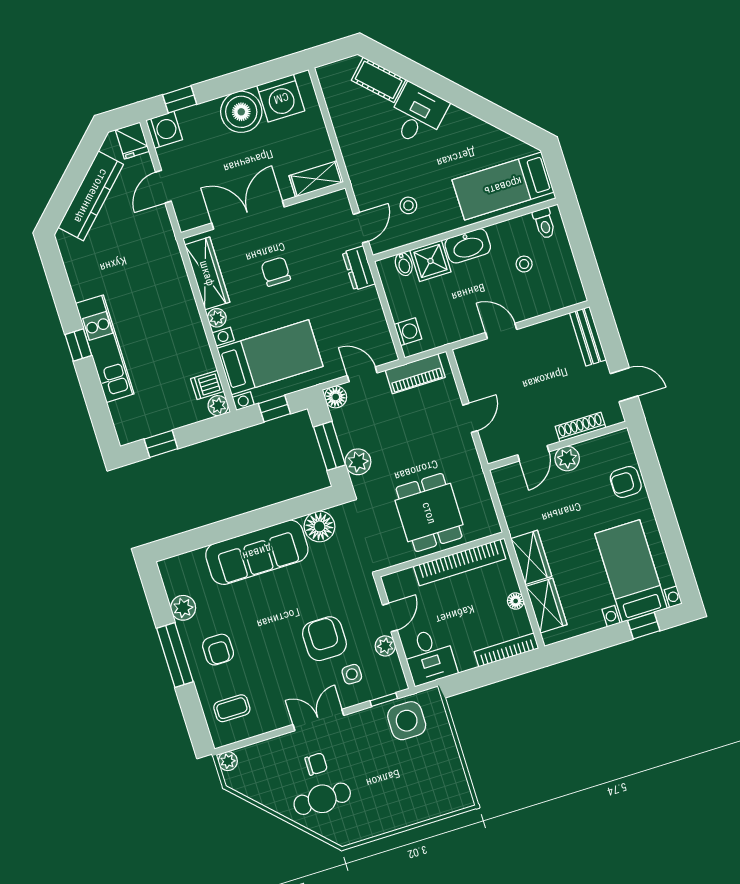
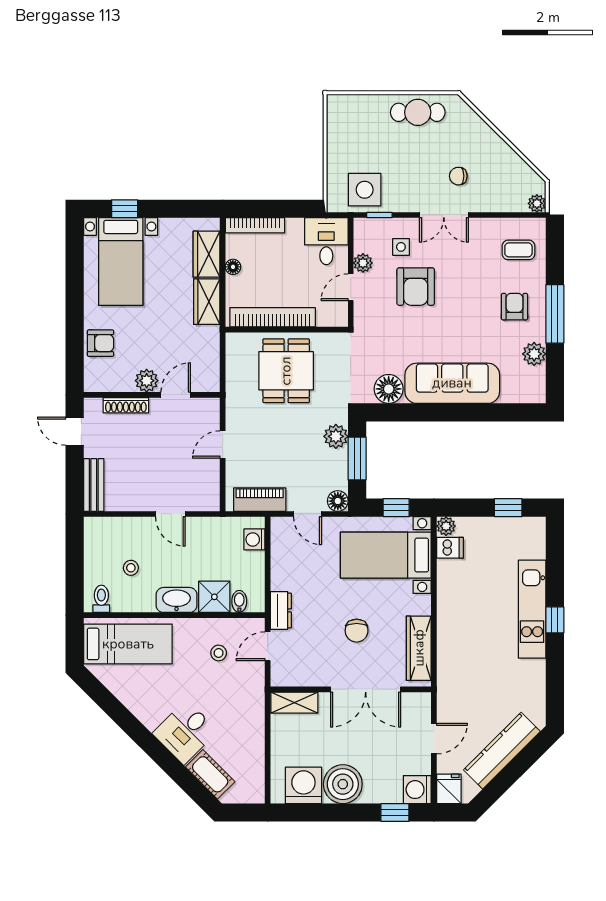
plant: (217, 318) -> (422, 606), removed
cafe table: (322, 799) -> (418, 112), moved

